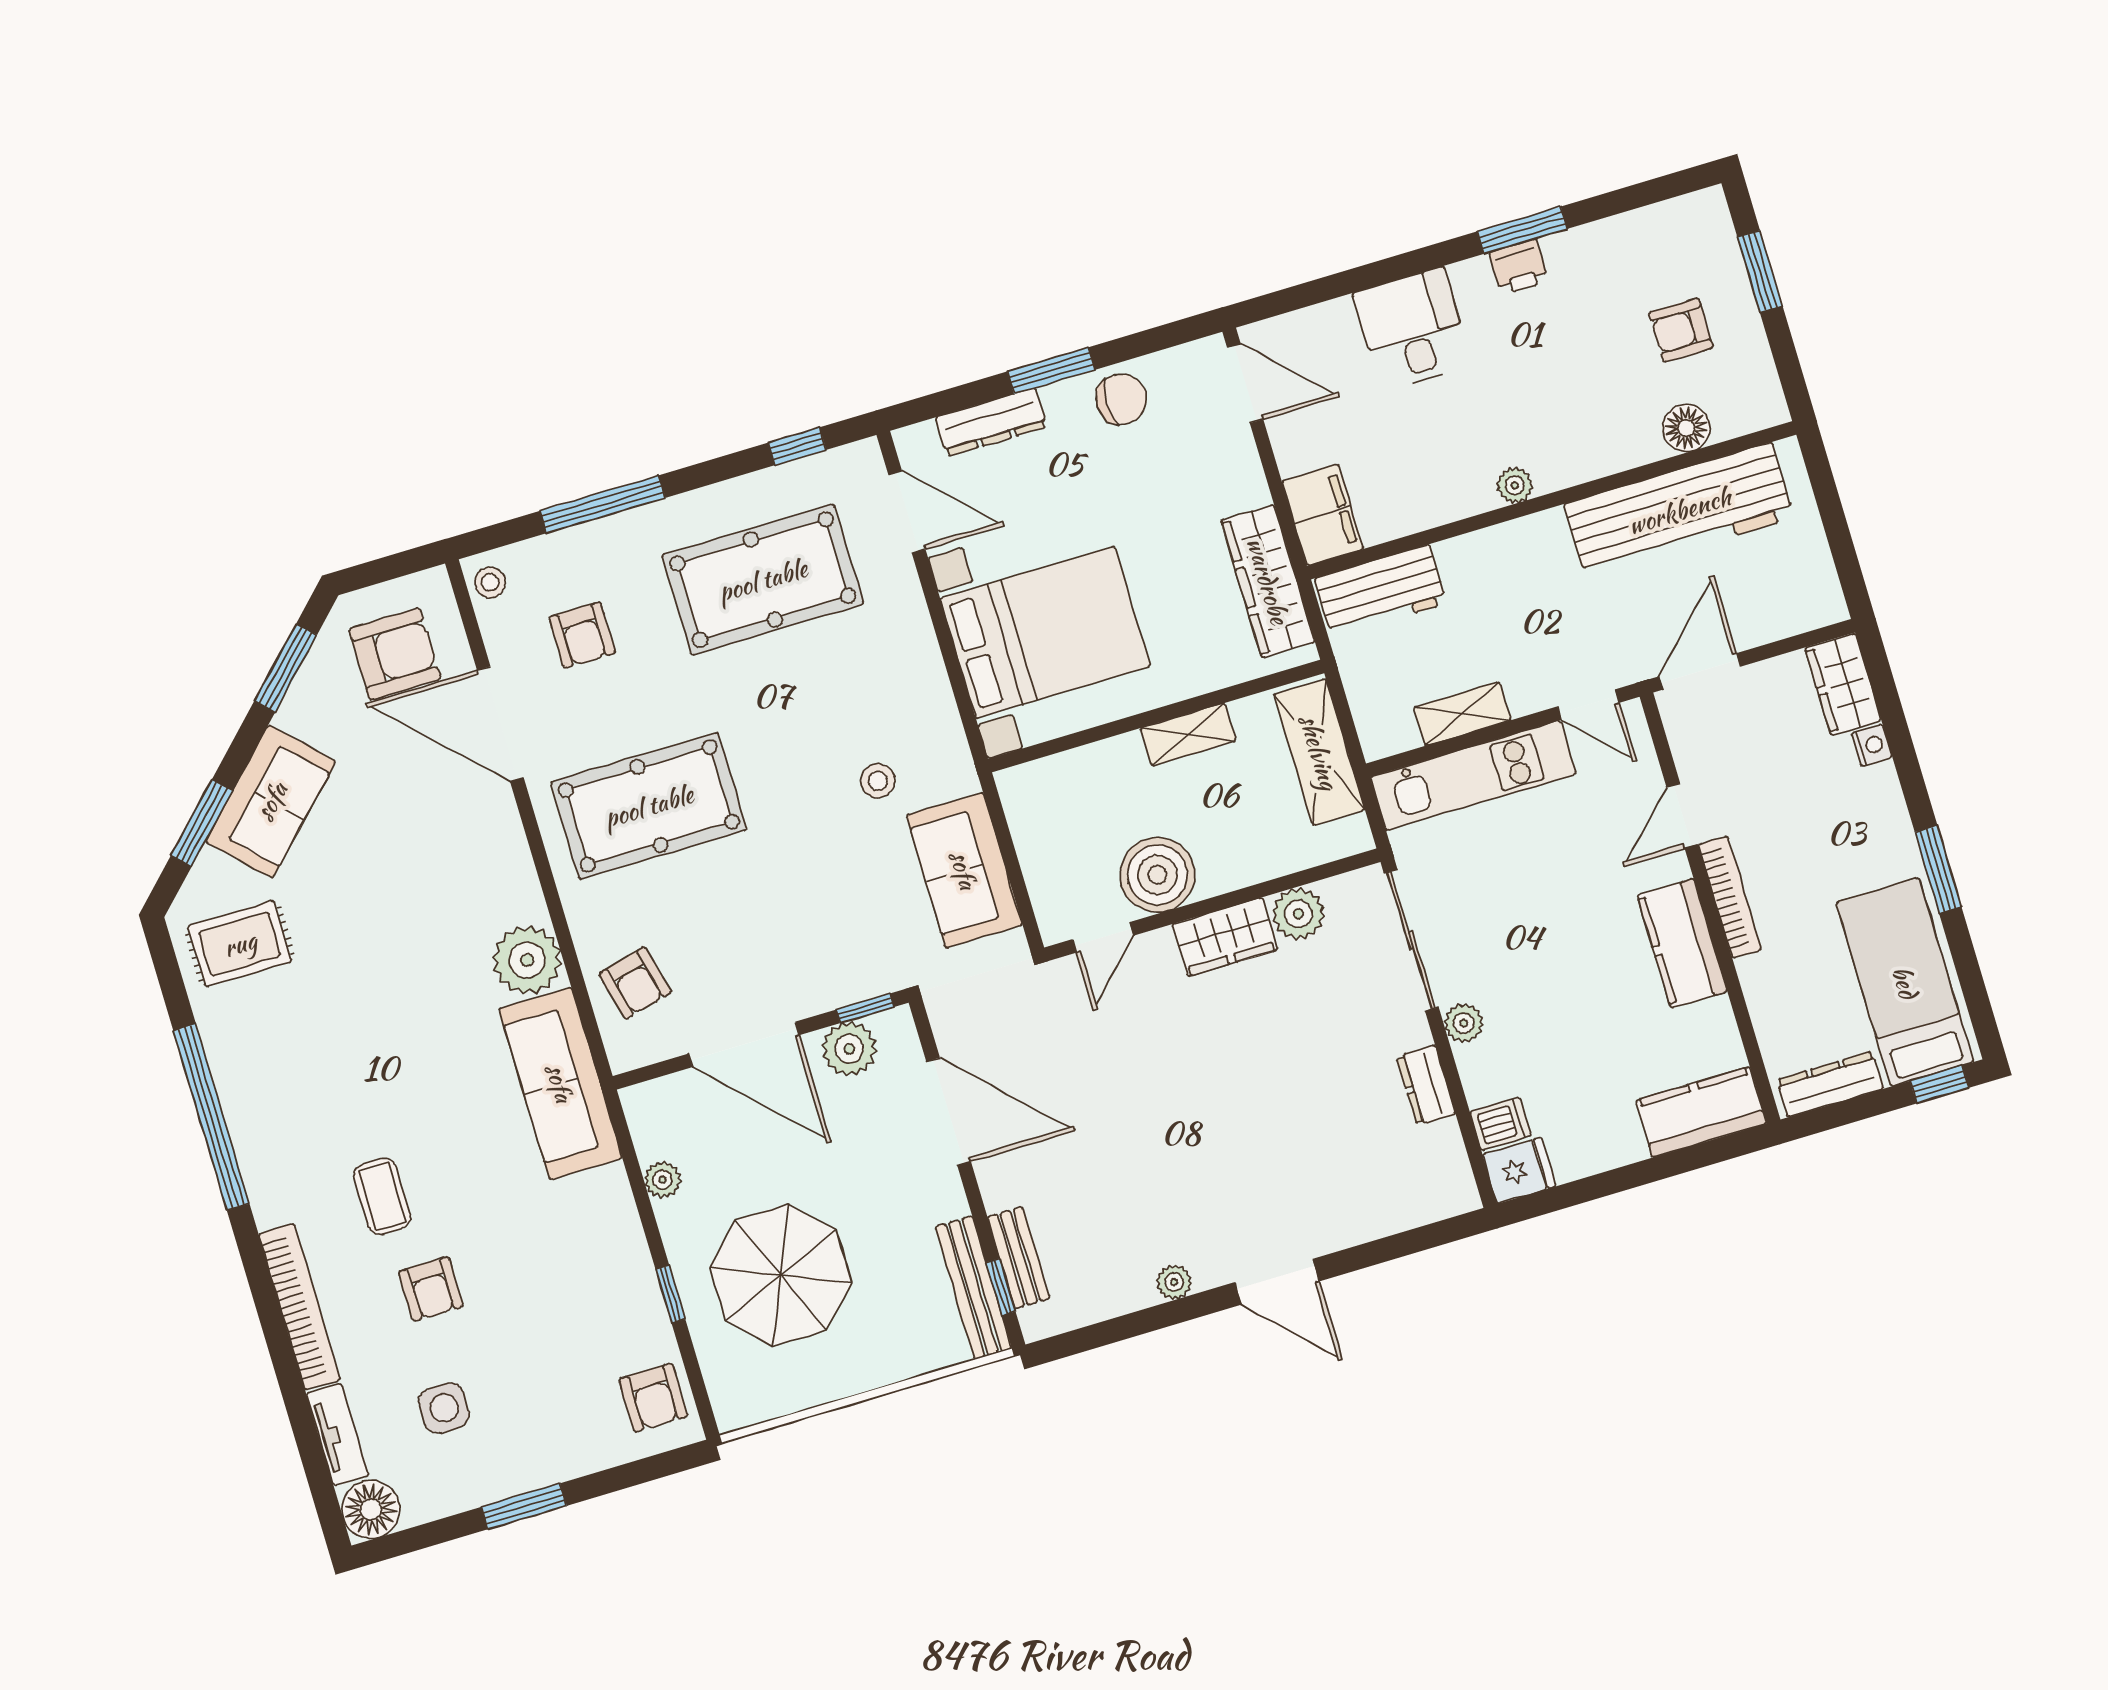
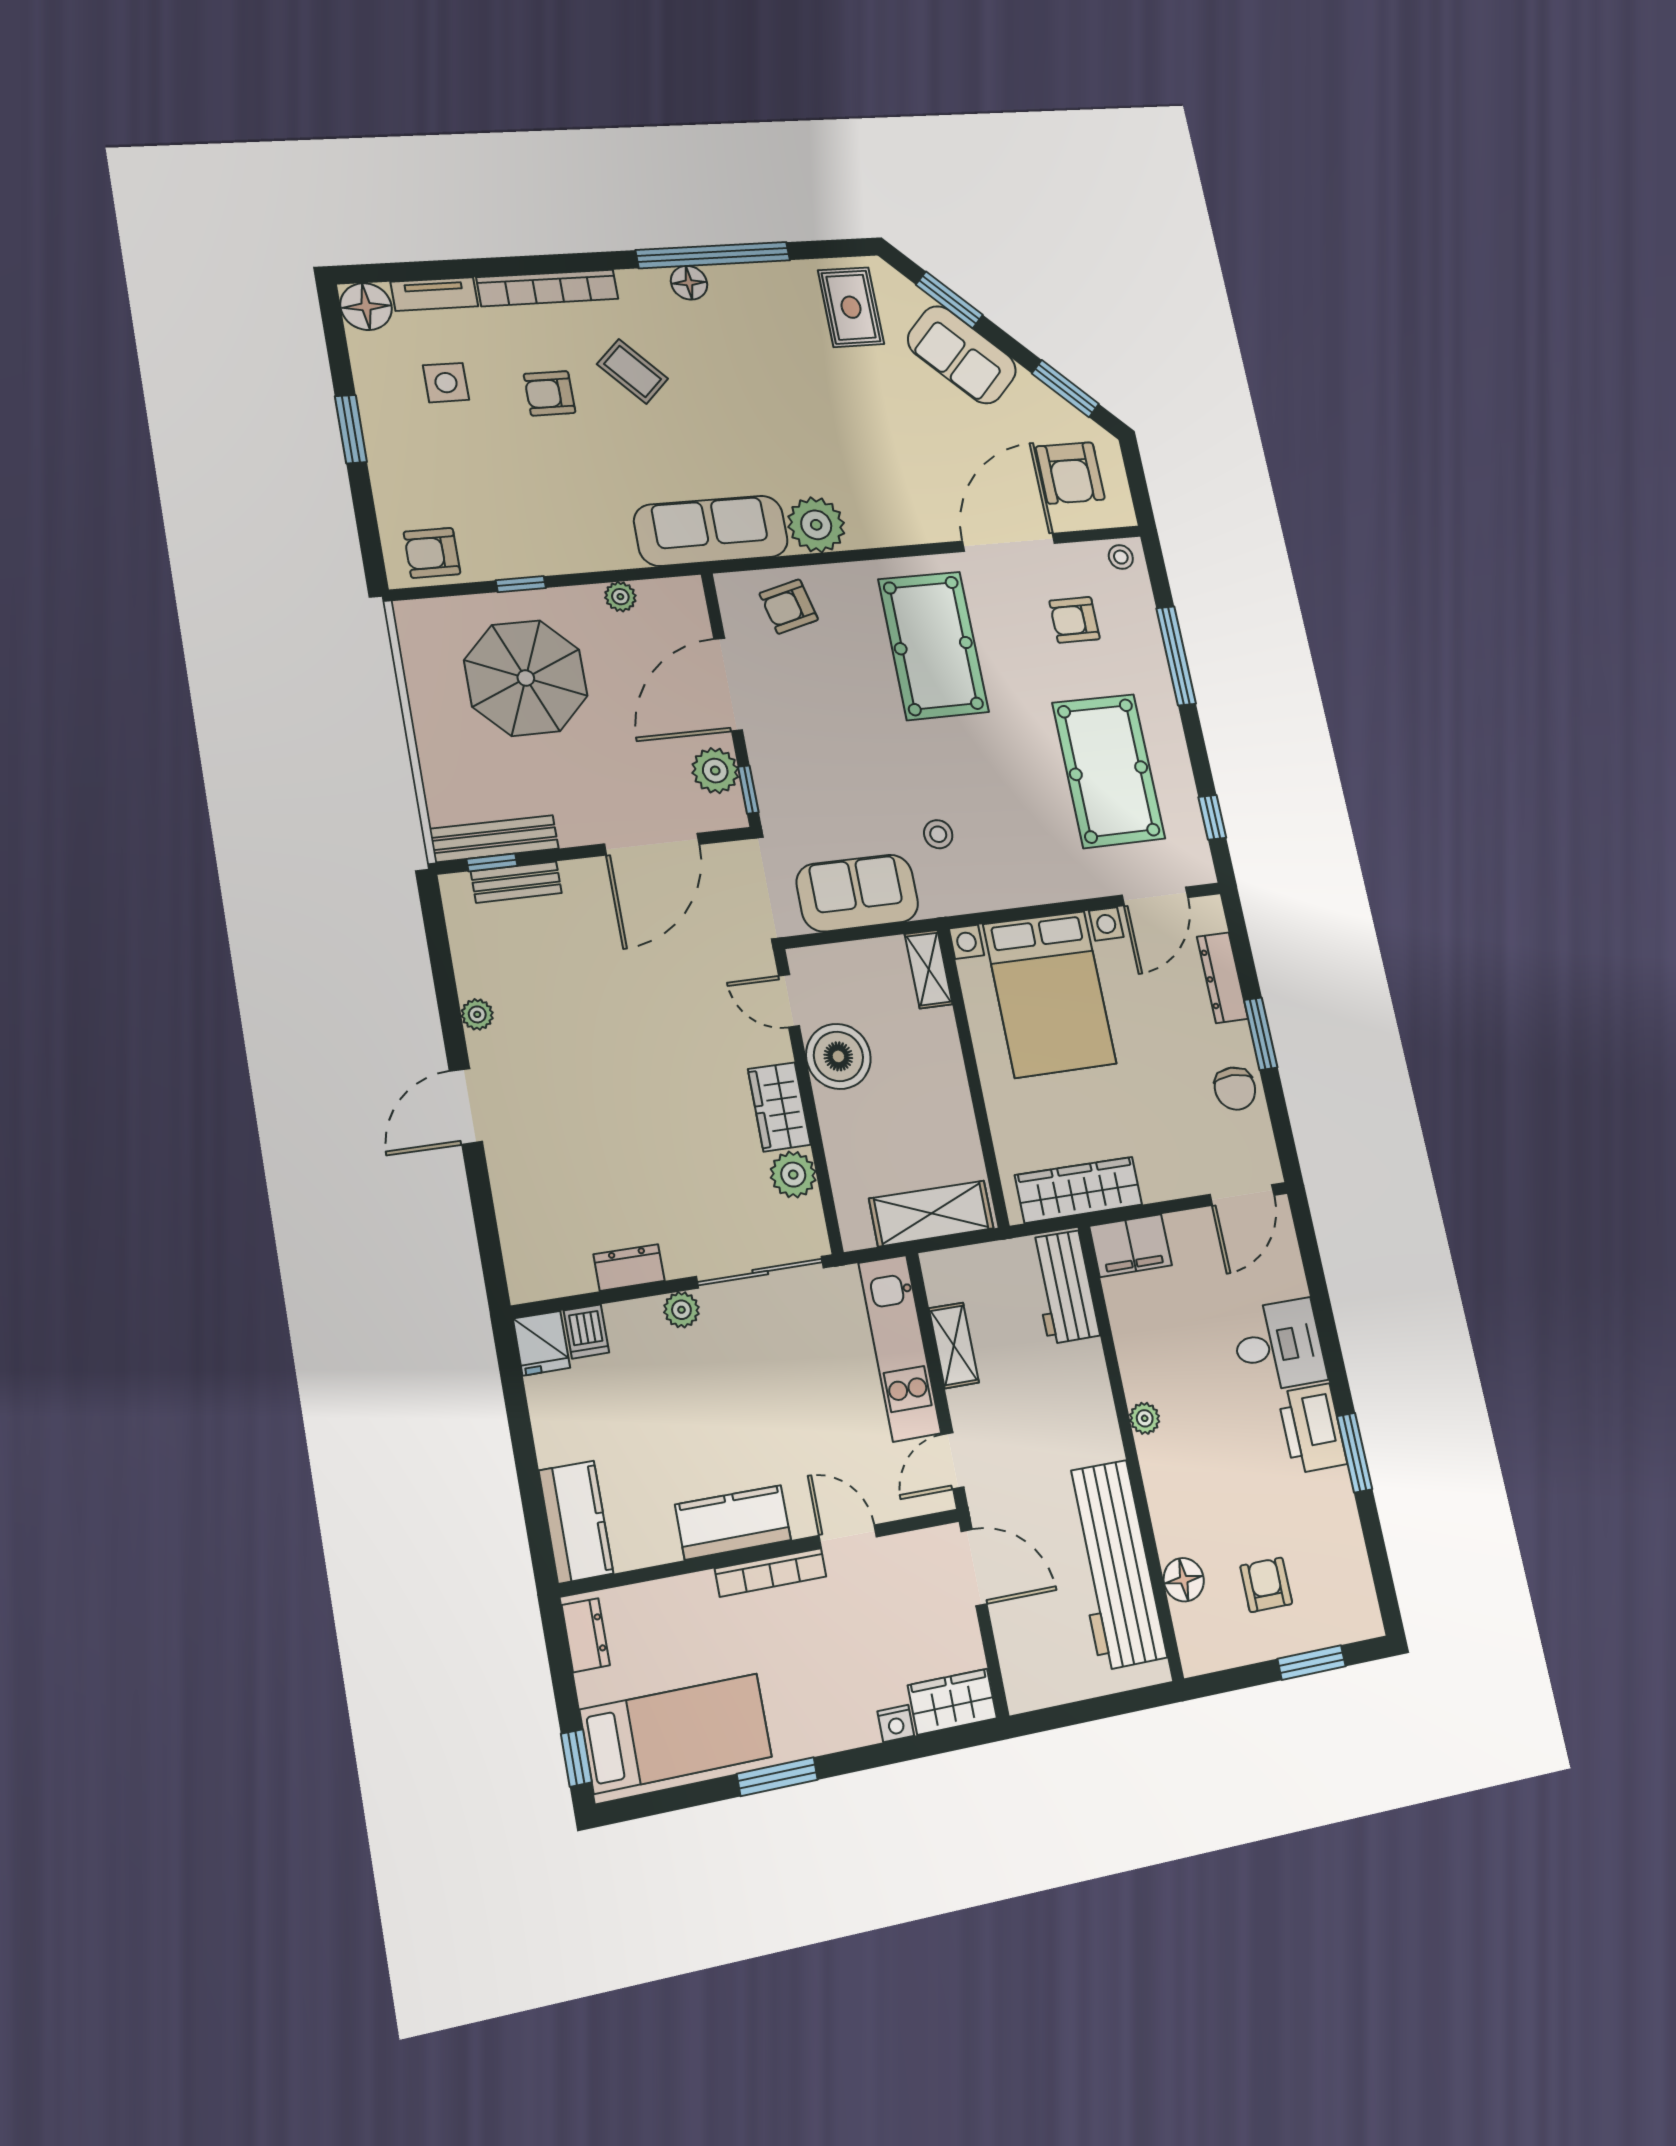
printer: (1519, 267) -> (1312, 1428), width x1.87, depth x1.48
shelving: (1188, 735) -> (929, 969), moved
dresser: (1830, 1084) -> (586, 1635), width x0.70
floor lamp: (254, 1142) -> (689, 283), added
coffee table: (382, 1196) -> (633, 371), turned 47

